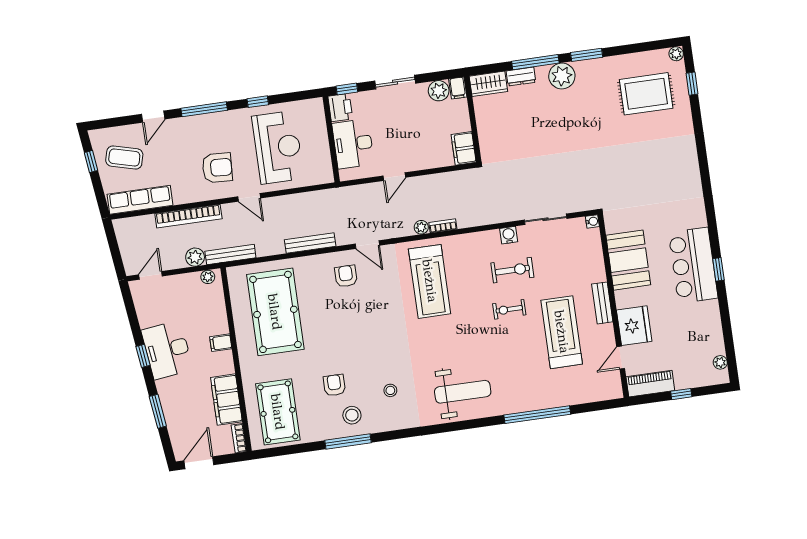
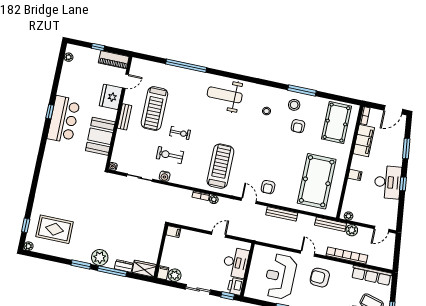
filing cabinet: (464, 148) -> (173, 232), width x0.50

